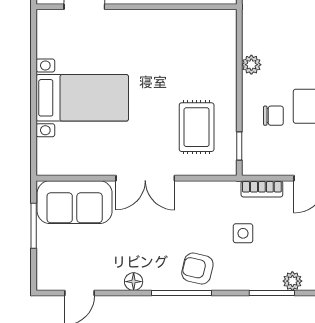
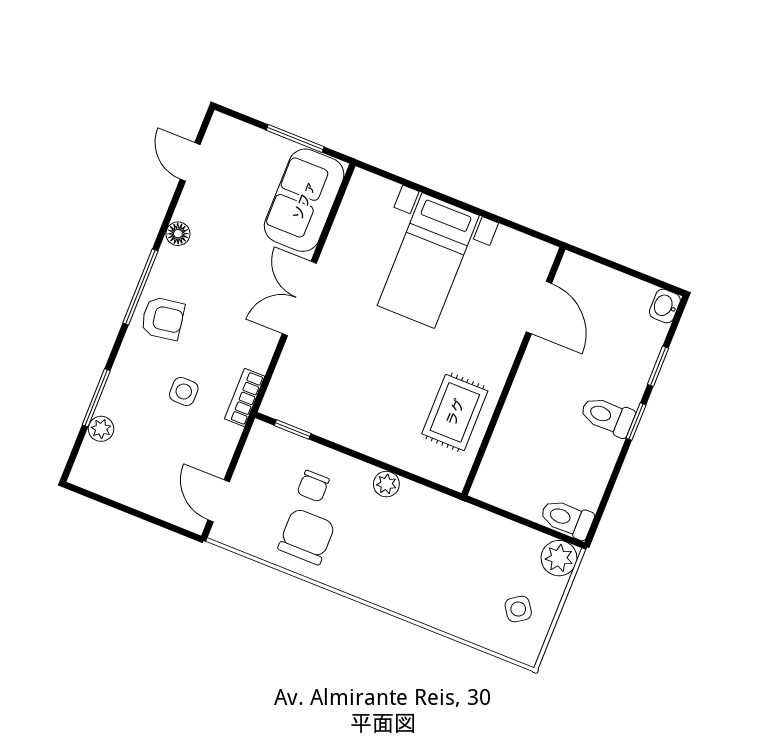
rug: (197, 127) -> (455, 412), moved, turned 90
bookcase: (262, 189) -> (245, 397), moved
armchair: (197, 269) -> (163, 318), turned 68

